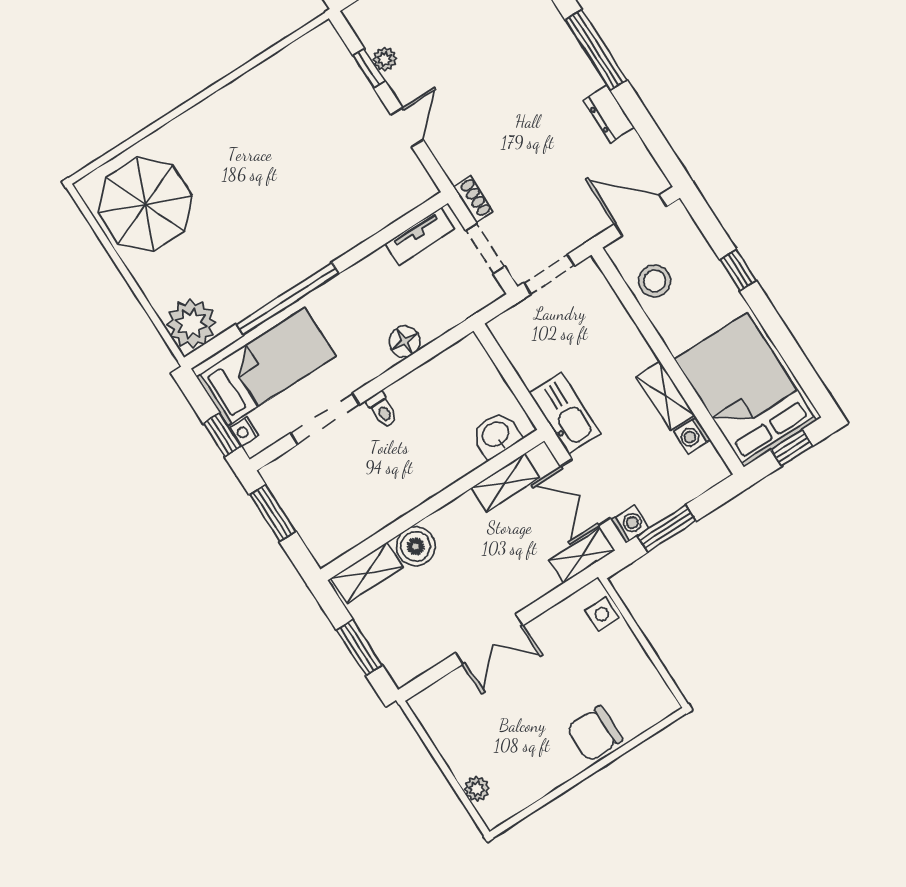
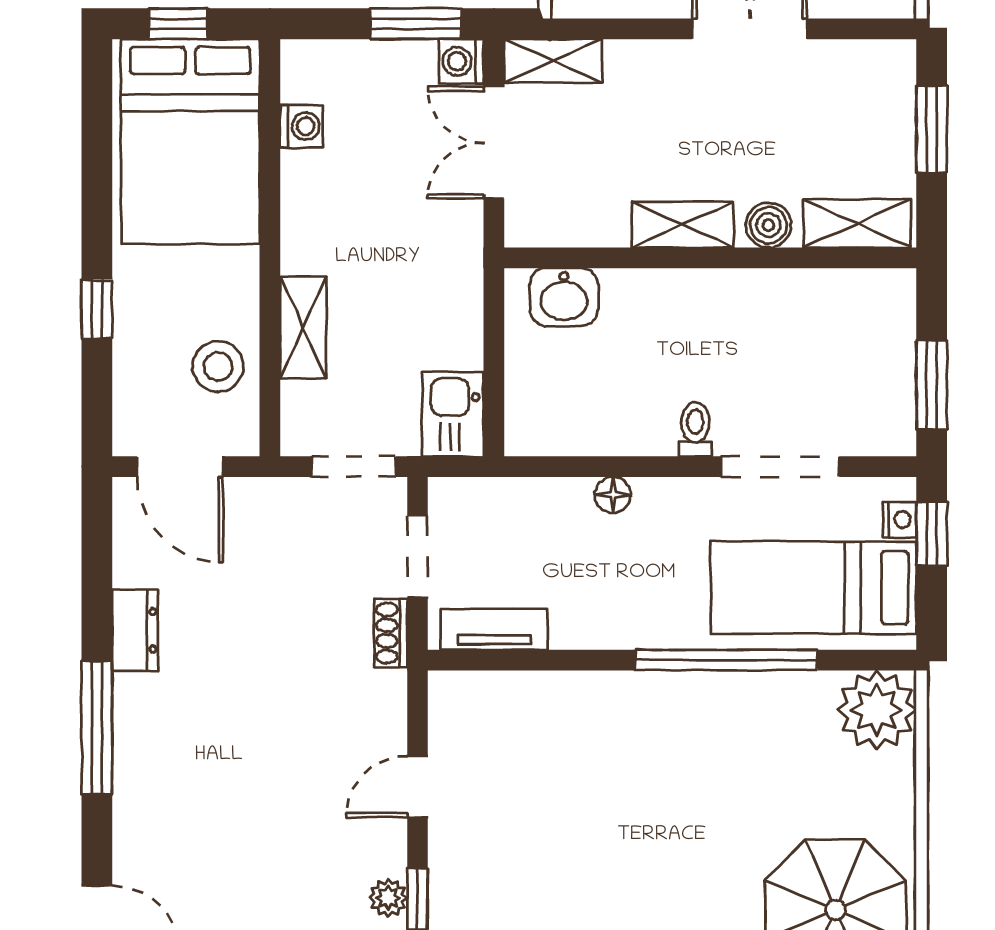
floor lamp: (405, 341) -> (613, 495), width x0.73, depth x0.73
shelving: (665, 396) -> (303, 328), moved
kitchen sink: (565, 413) -> (453, 414), moved, width x0.73
shelving: (506, 483) -> (683, 225), moved
double door: (585, 492) -> (494, 142), swing flipped
boiler: (416, 546) -> (768, 225), width x0.73, depth x0.73

